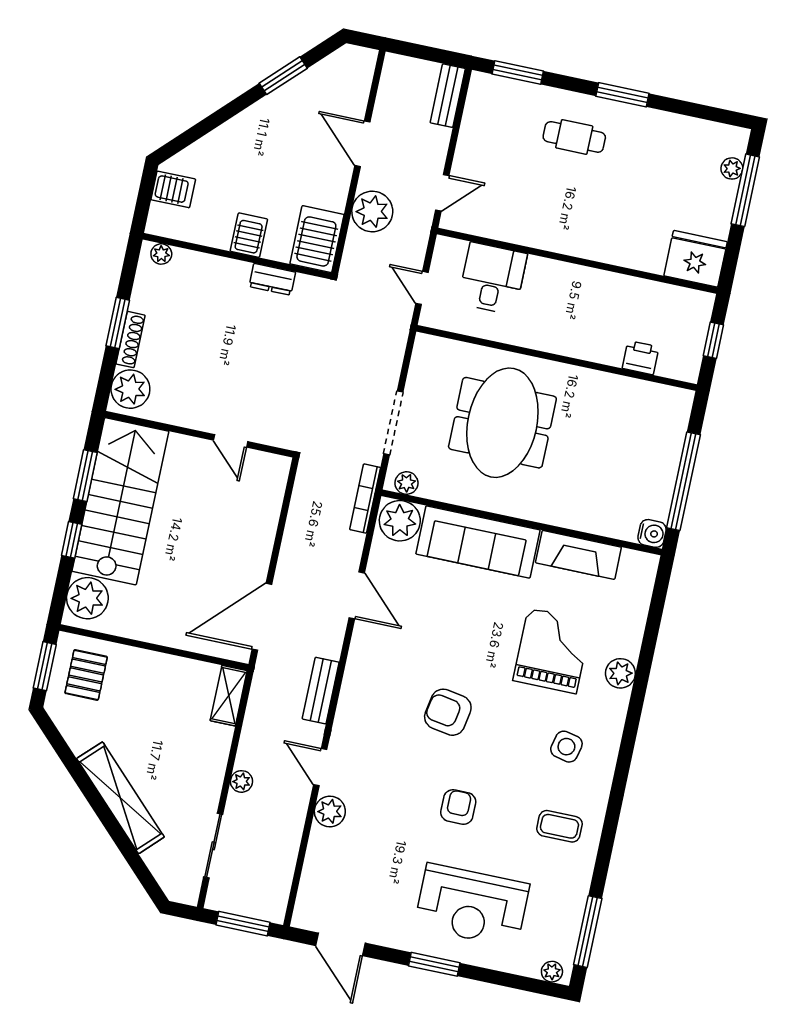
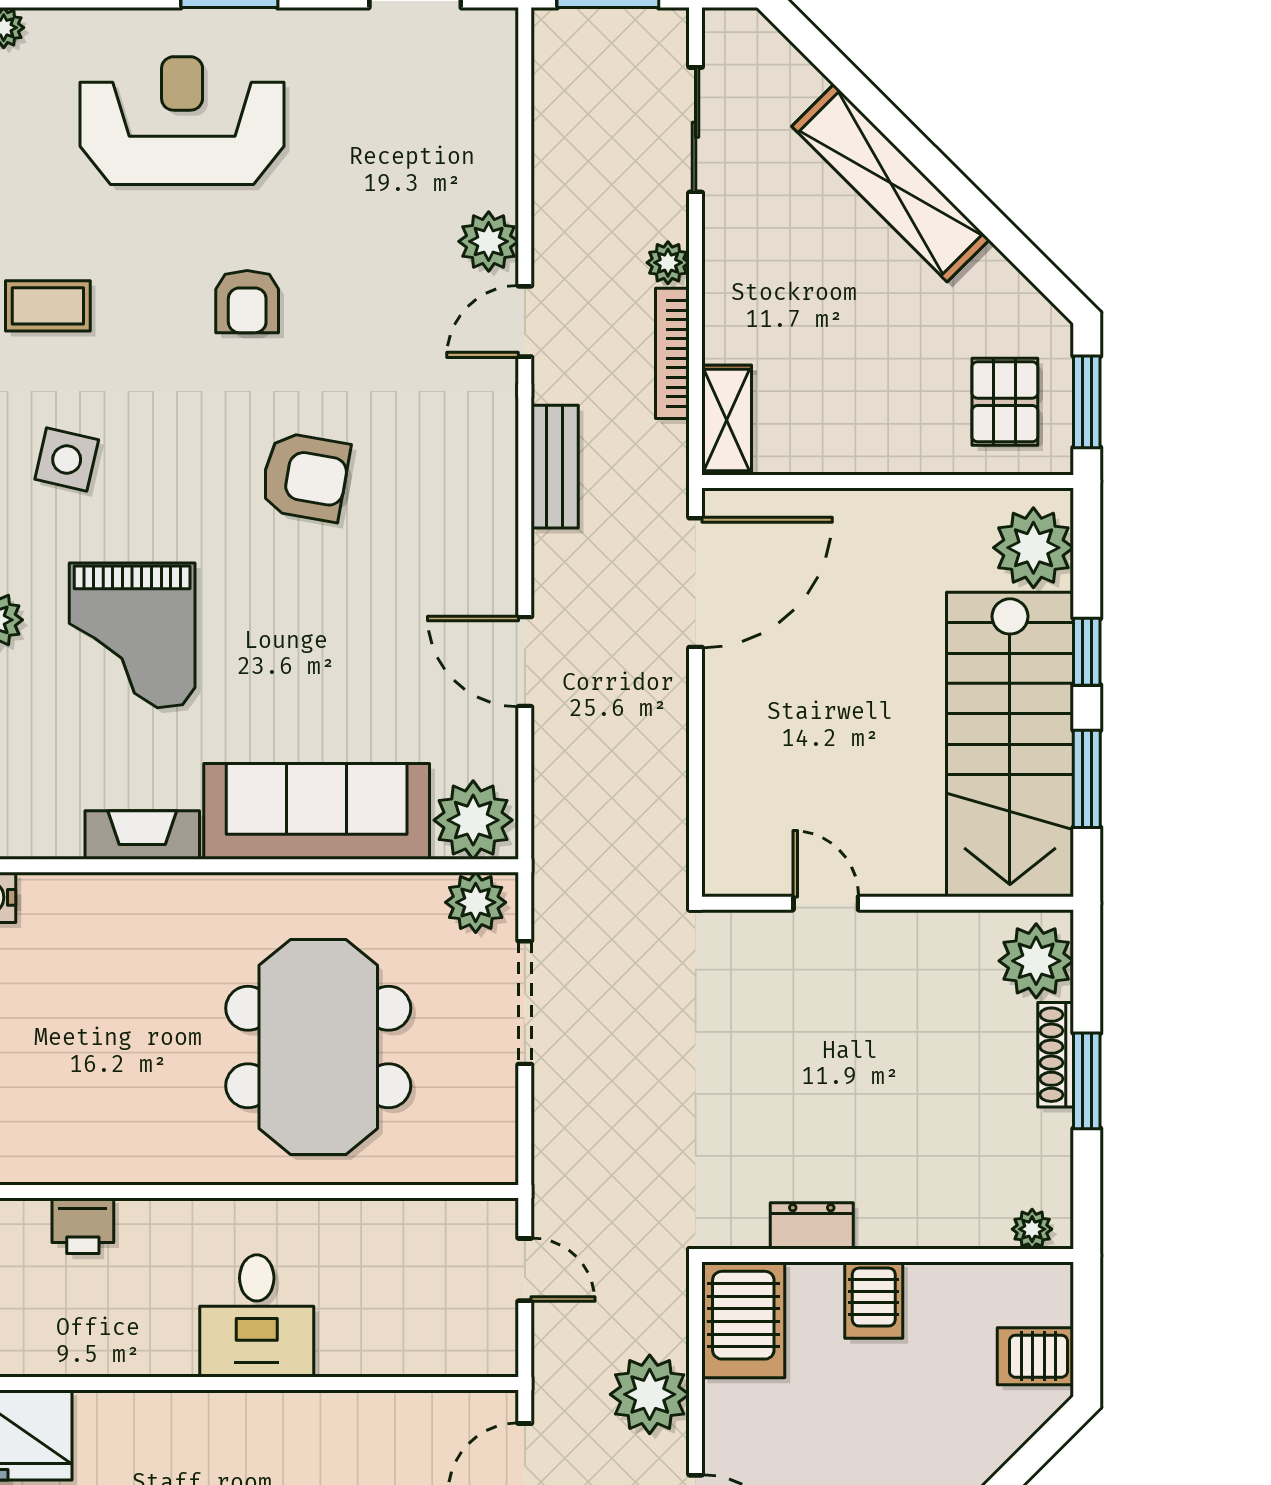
desk: (492, 278) -> (257, 1316), moved
plant: (406, 483) -> (476, 902), width x1.38, depth x1.38
bookcase: (365, 498) -> (672, 353), moved, turned 180
fireplace: (578, 555) -> (142, 835), width x0.73, depth x0.76
door: (320, 767) -> (525, 321), swing flipped

